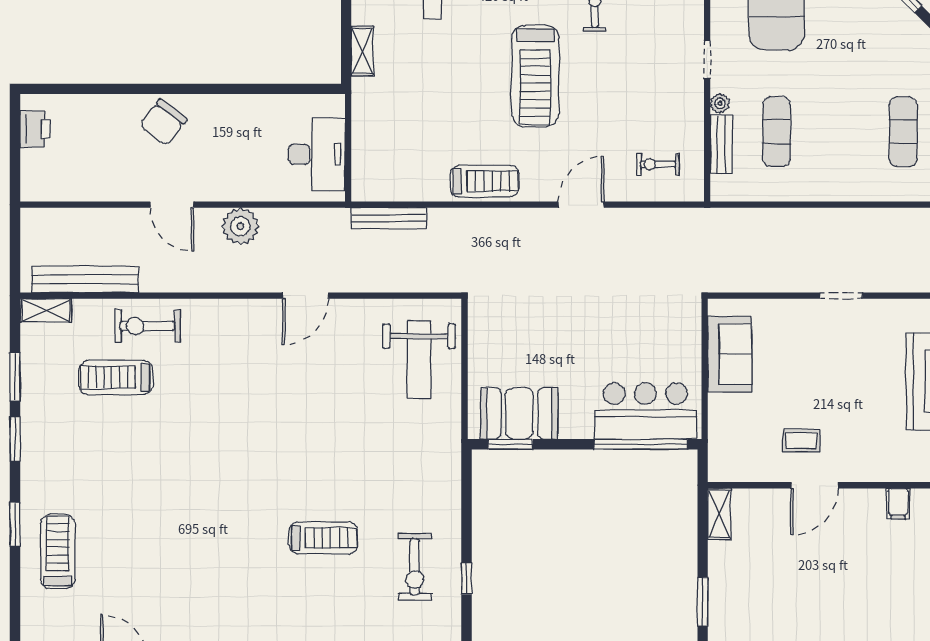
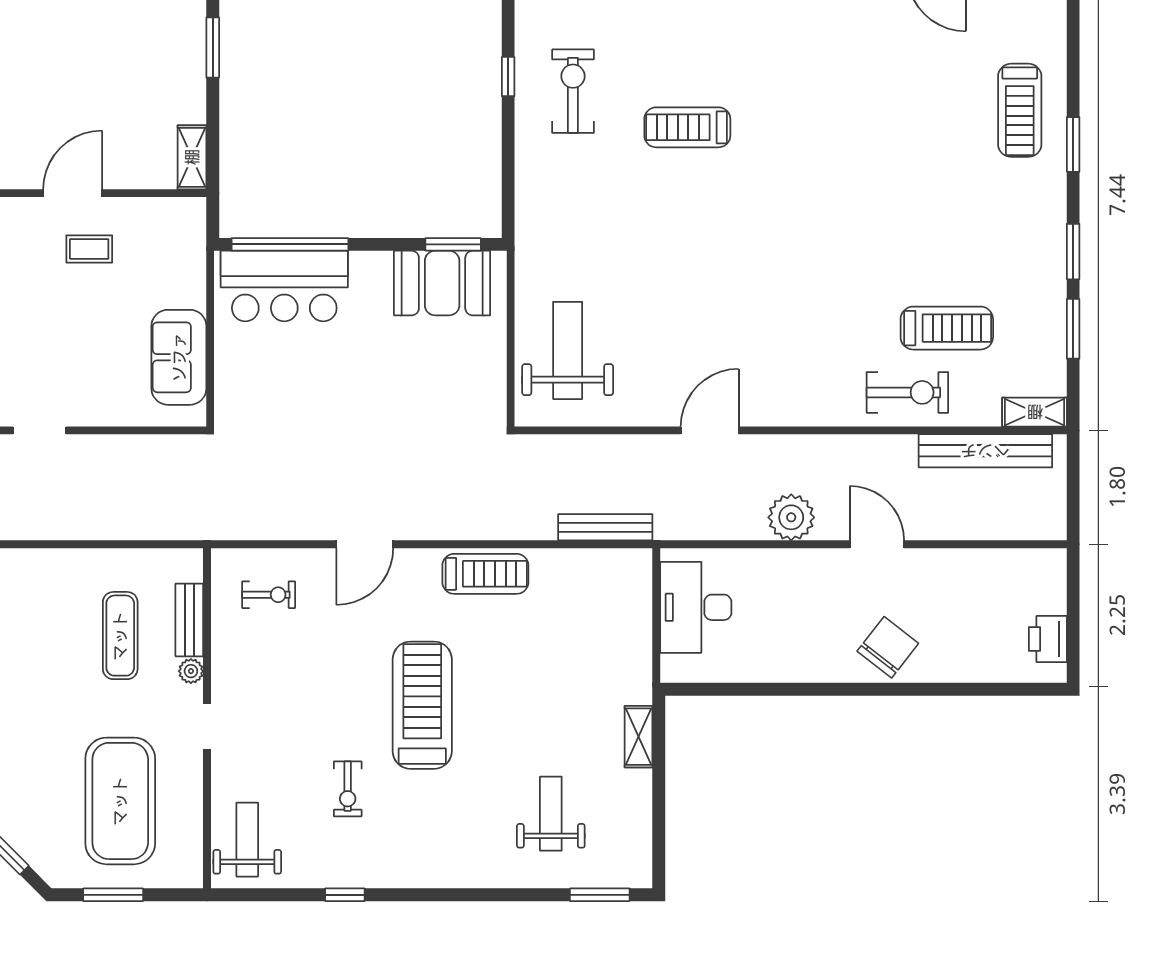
treadmill: (485, 181) -> (485, 574), turned 180

